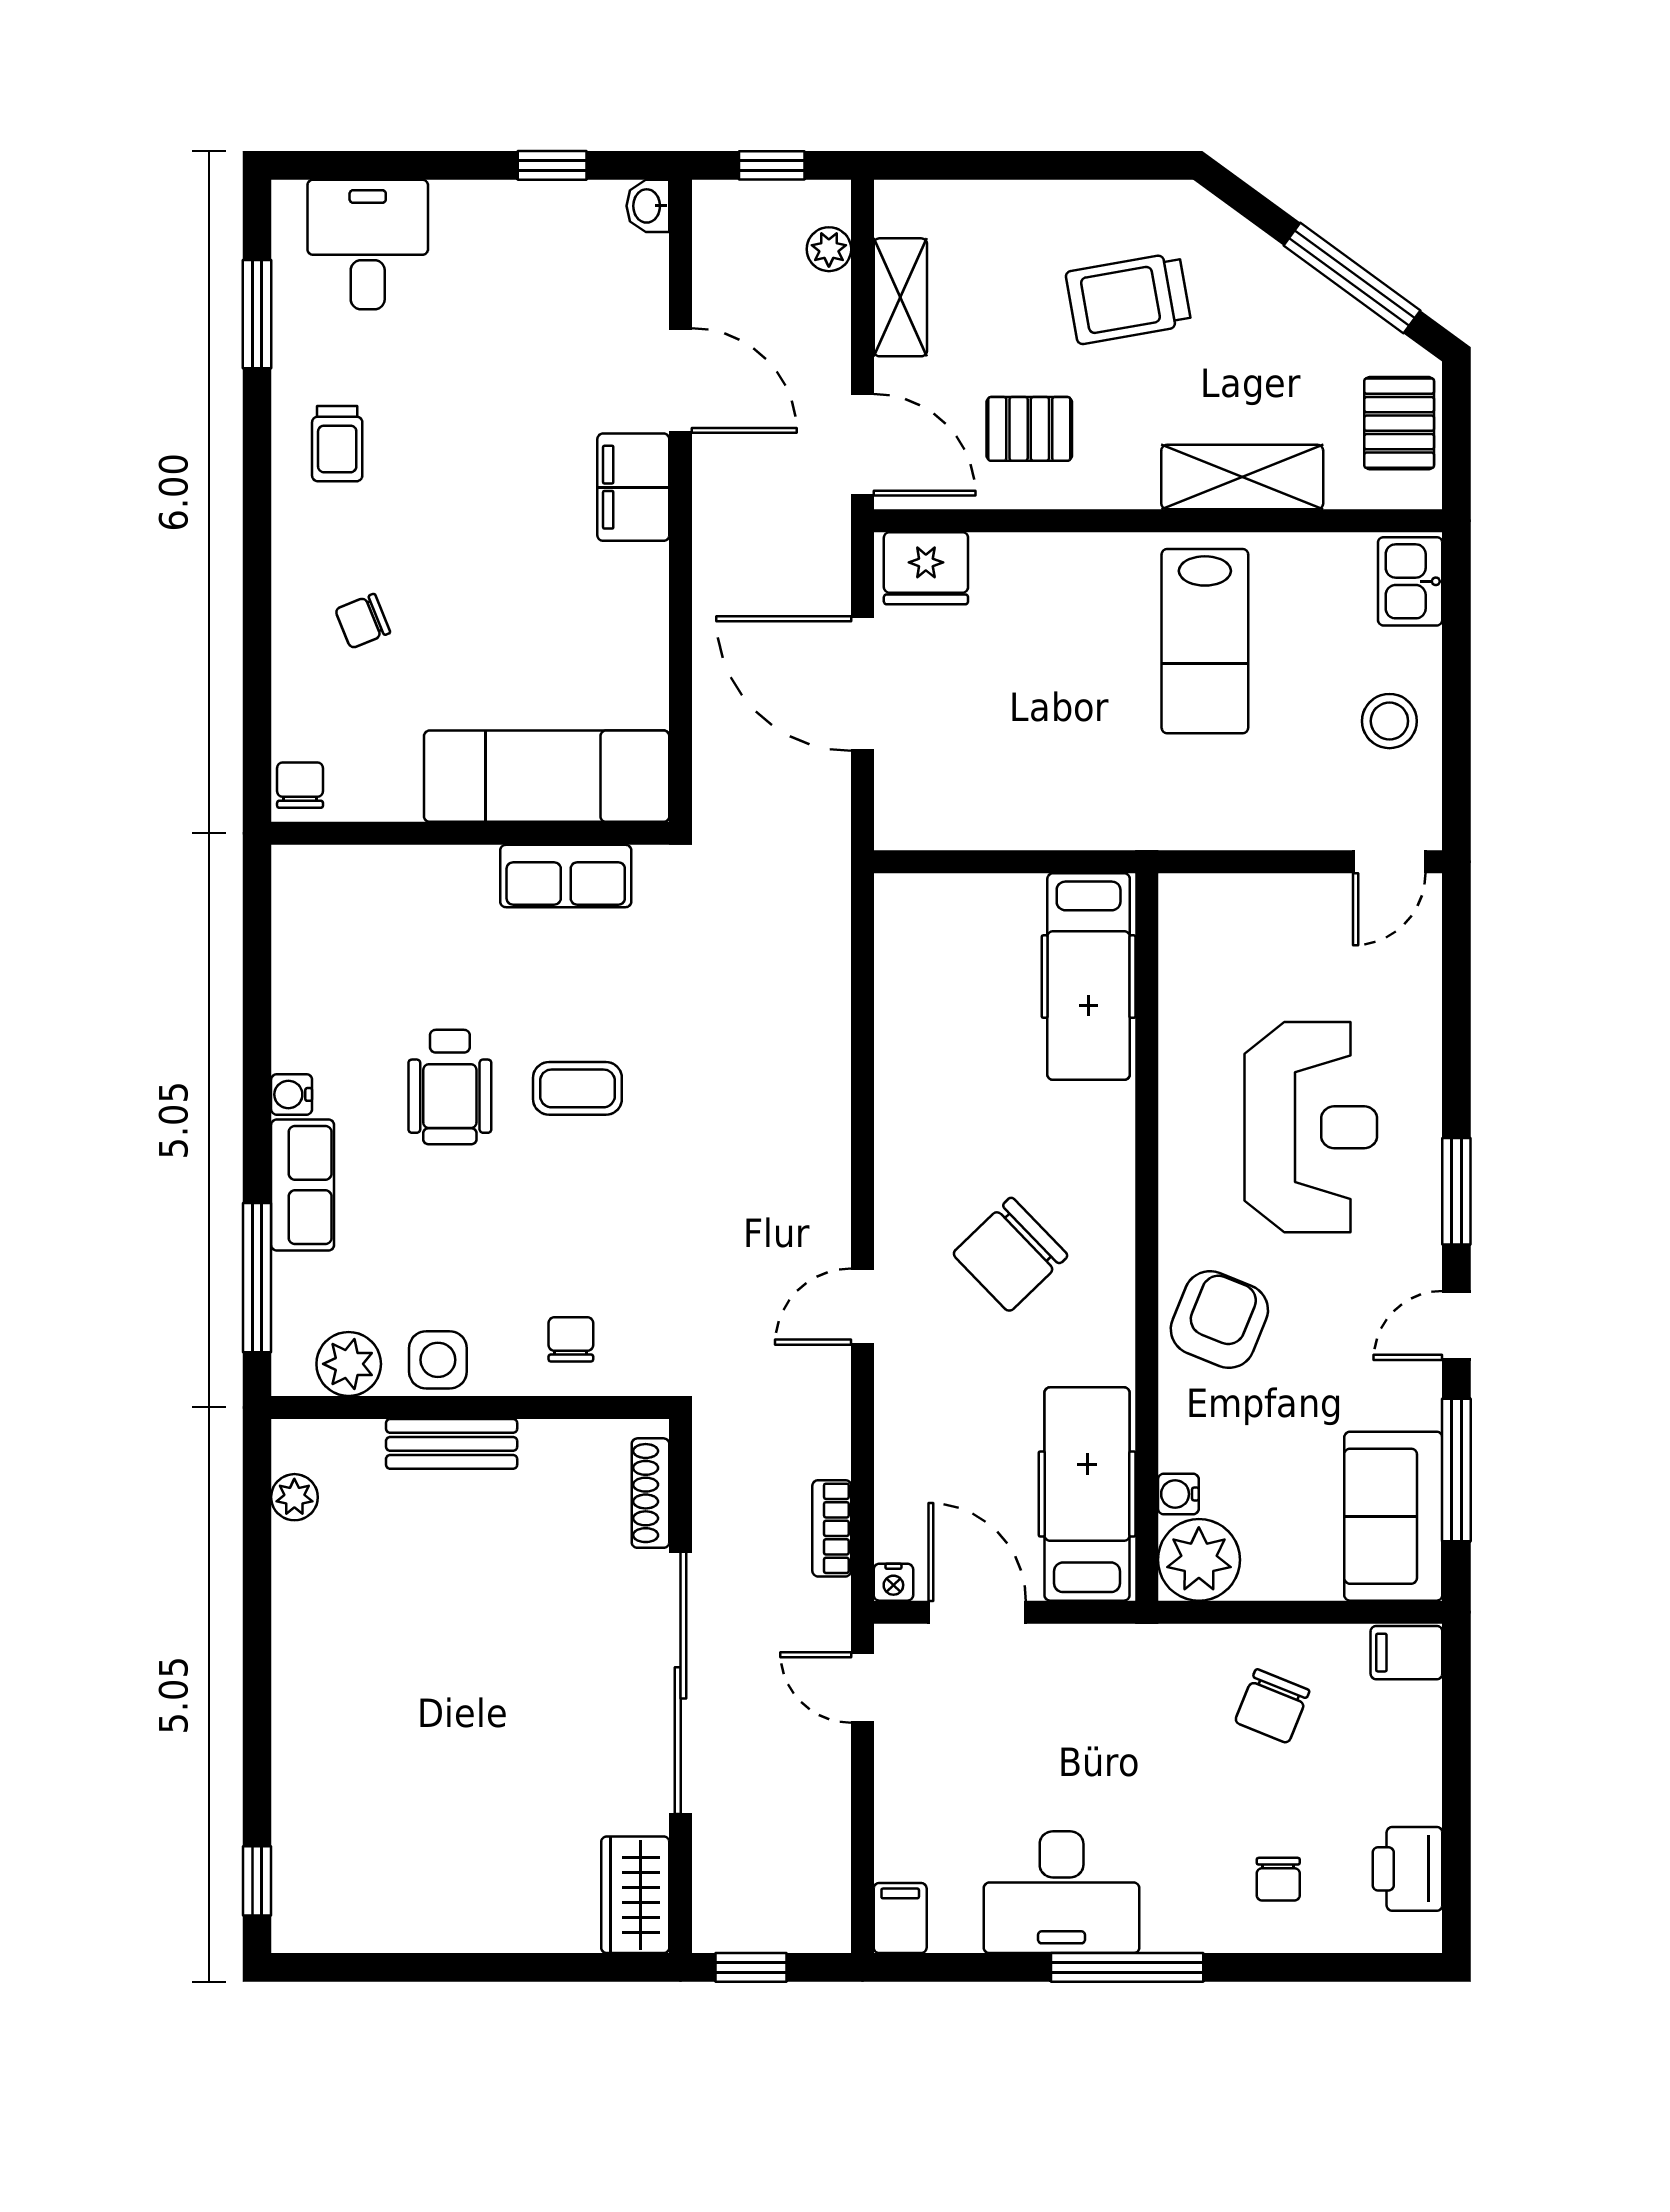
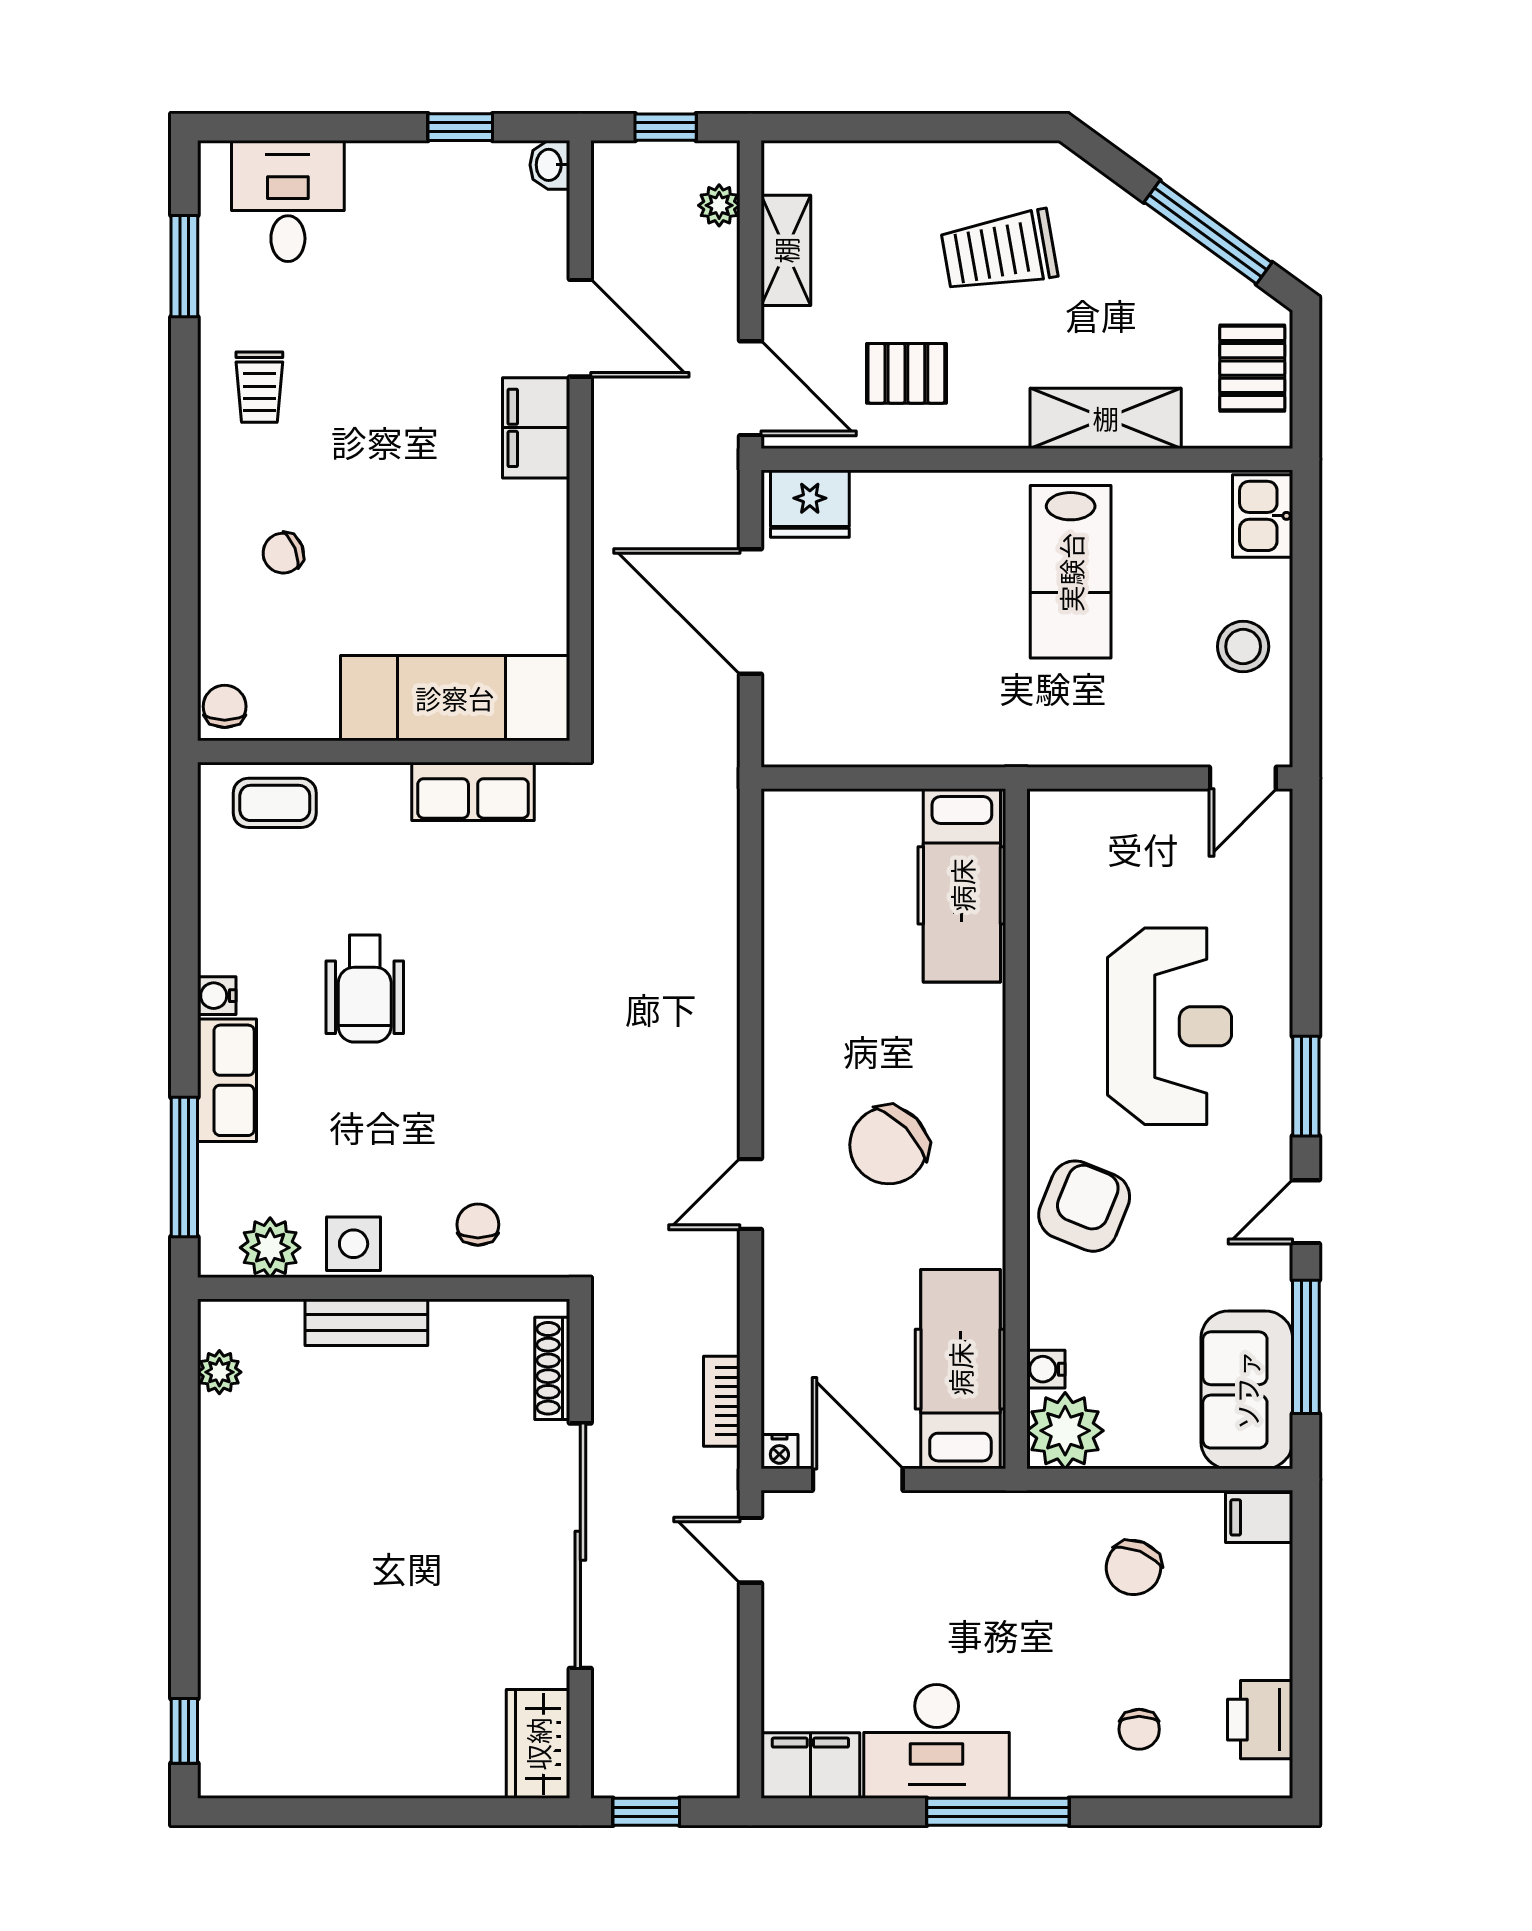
coffee table: (577, 1088) -> (275, 803), moved
filing cabinet: (900, 1918) -> (810, 1766), width x2.00

